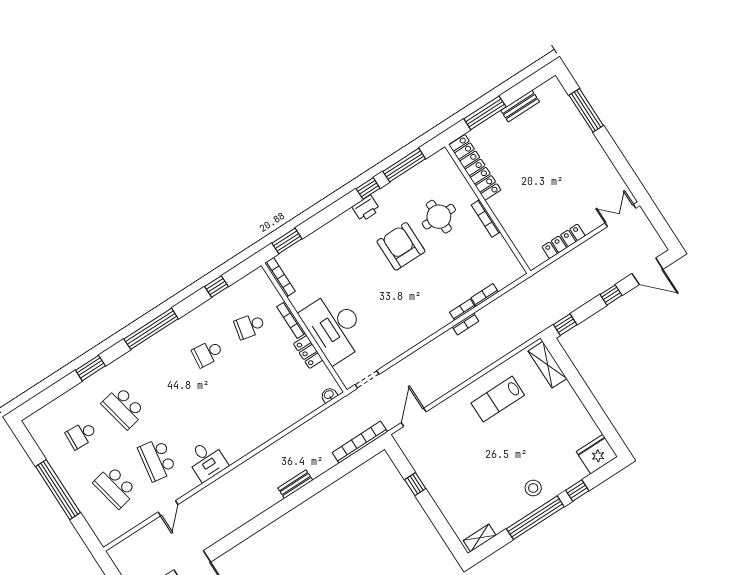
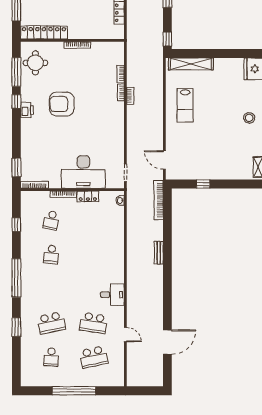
round table: (439, 217) -> (35, 63), moved
shelving: (548, 365) -> (191, 64), width x1.47

